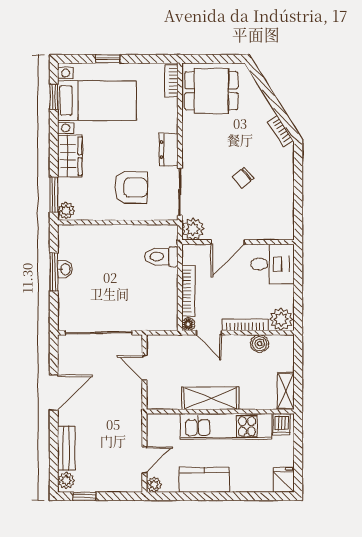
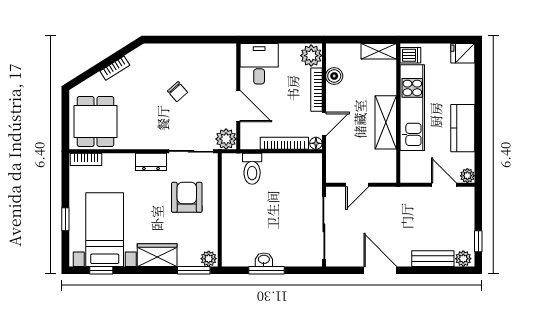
bookcase: (280, 131) -> (115, 68), moved

